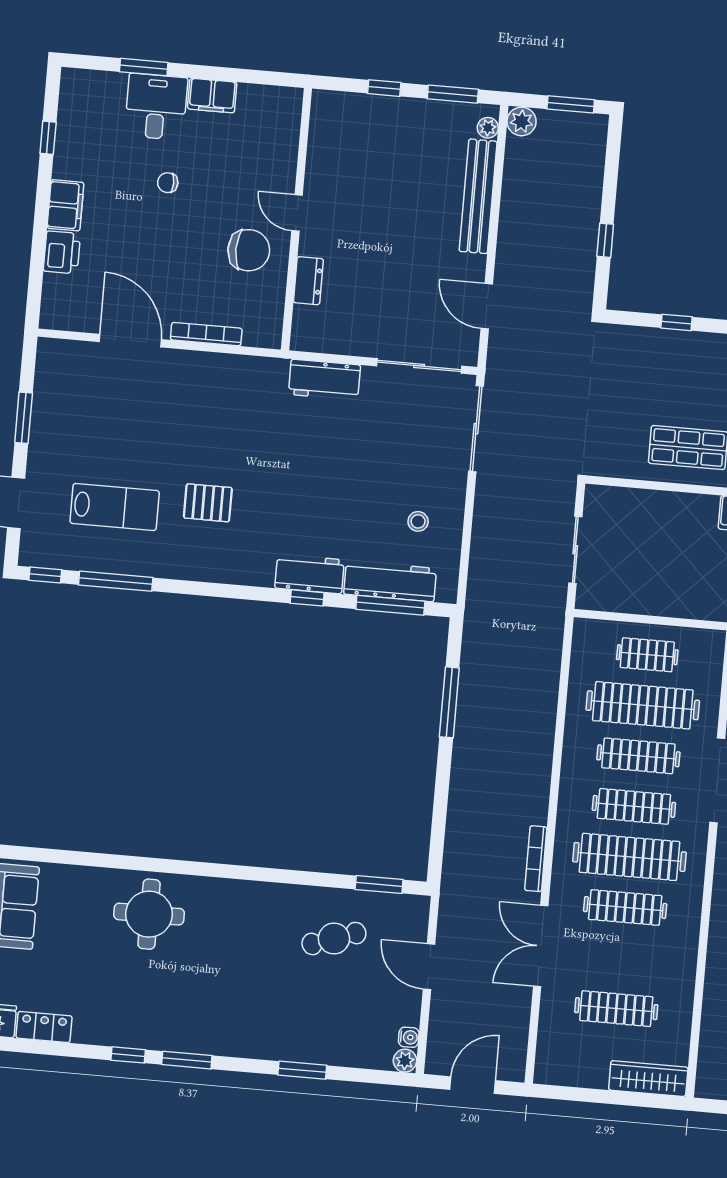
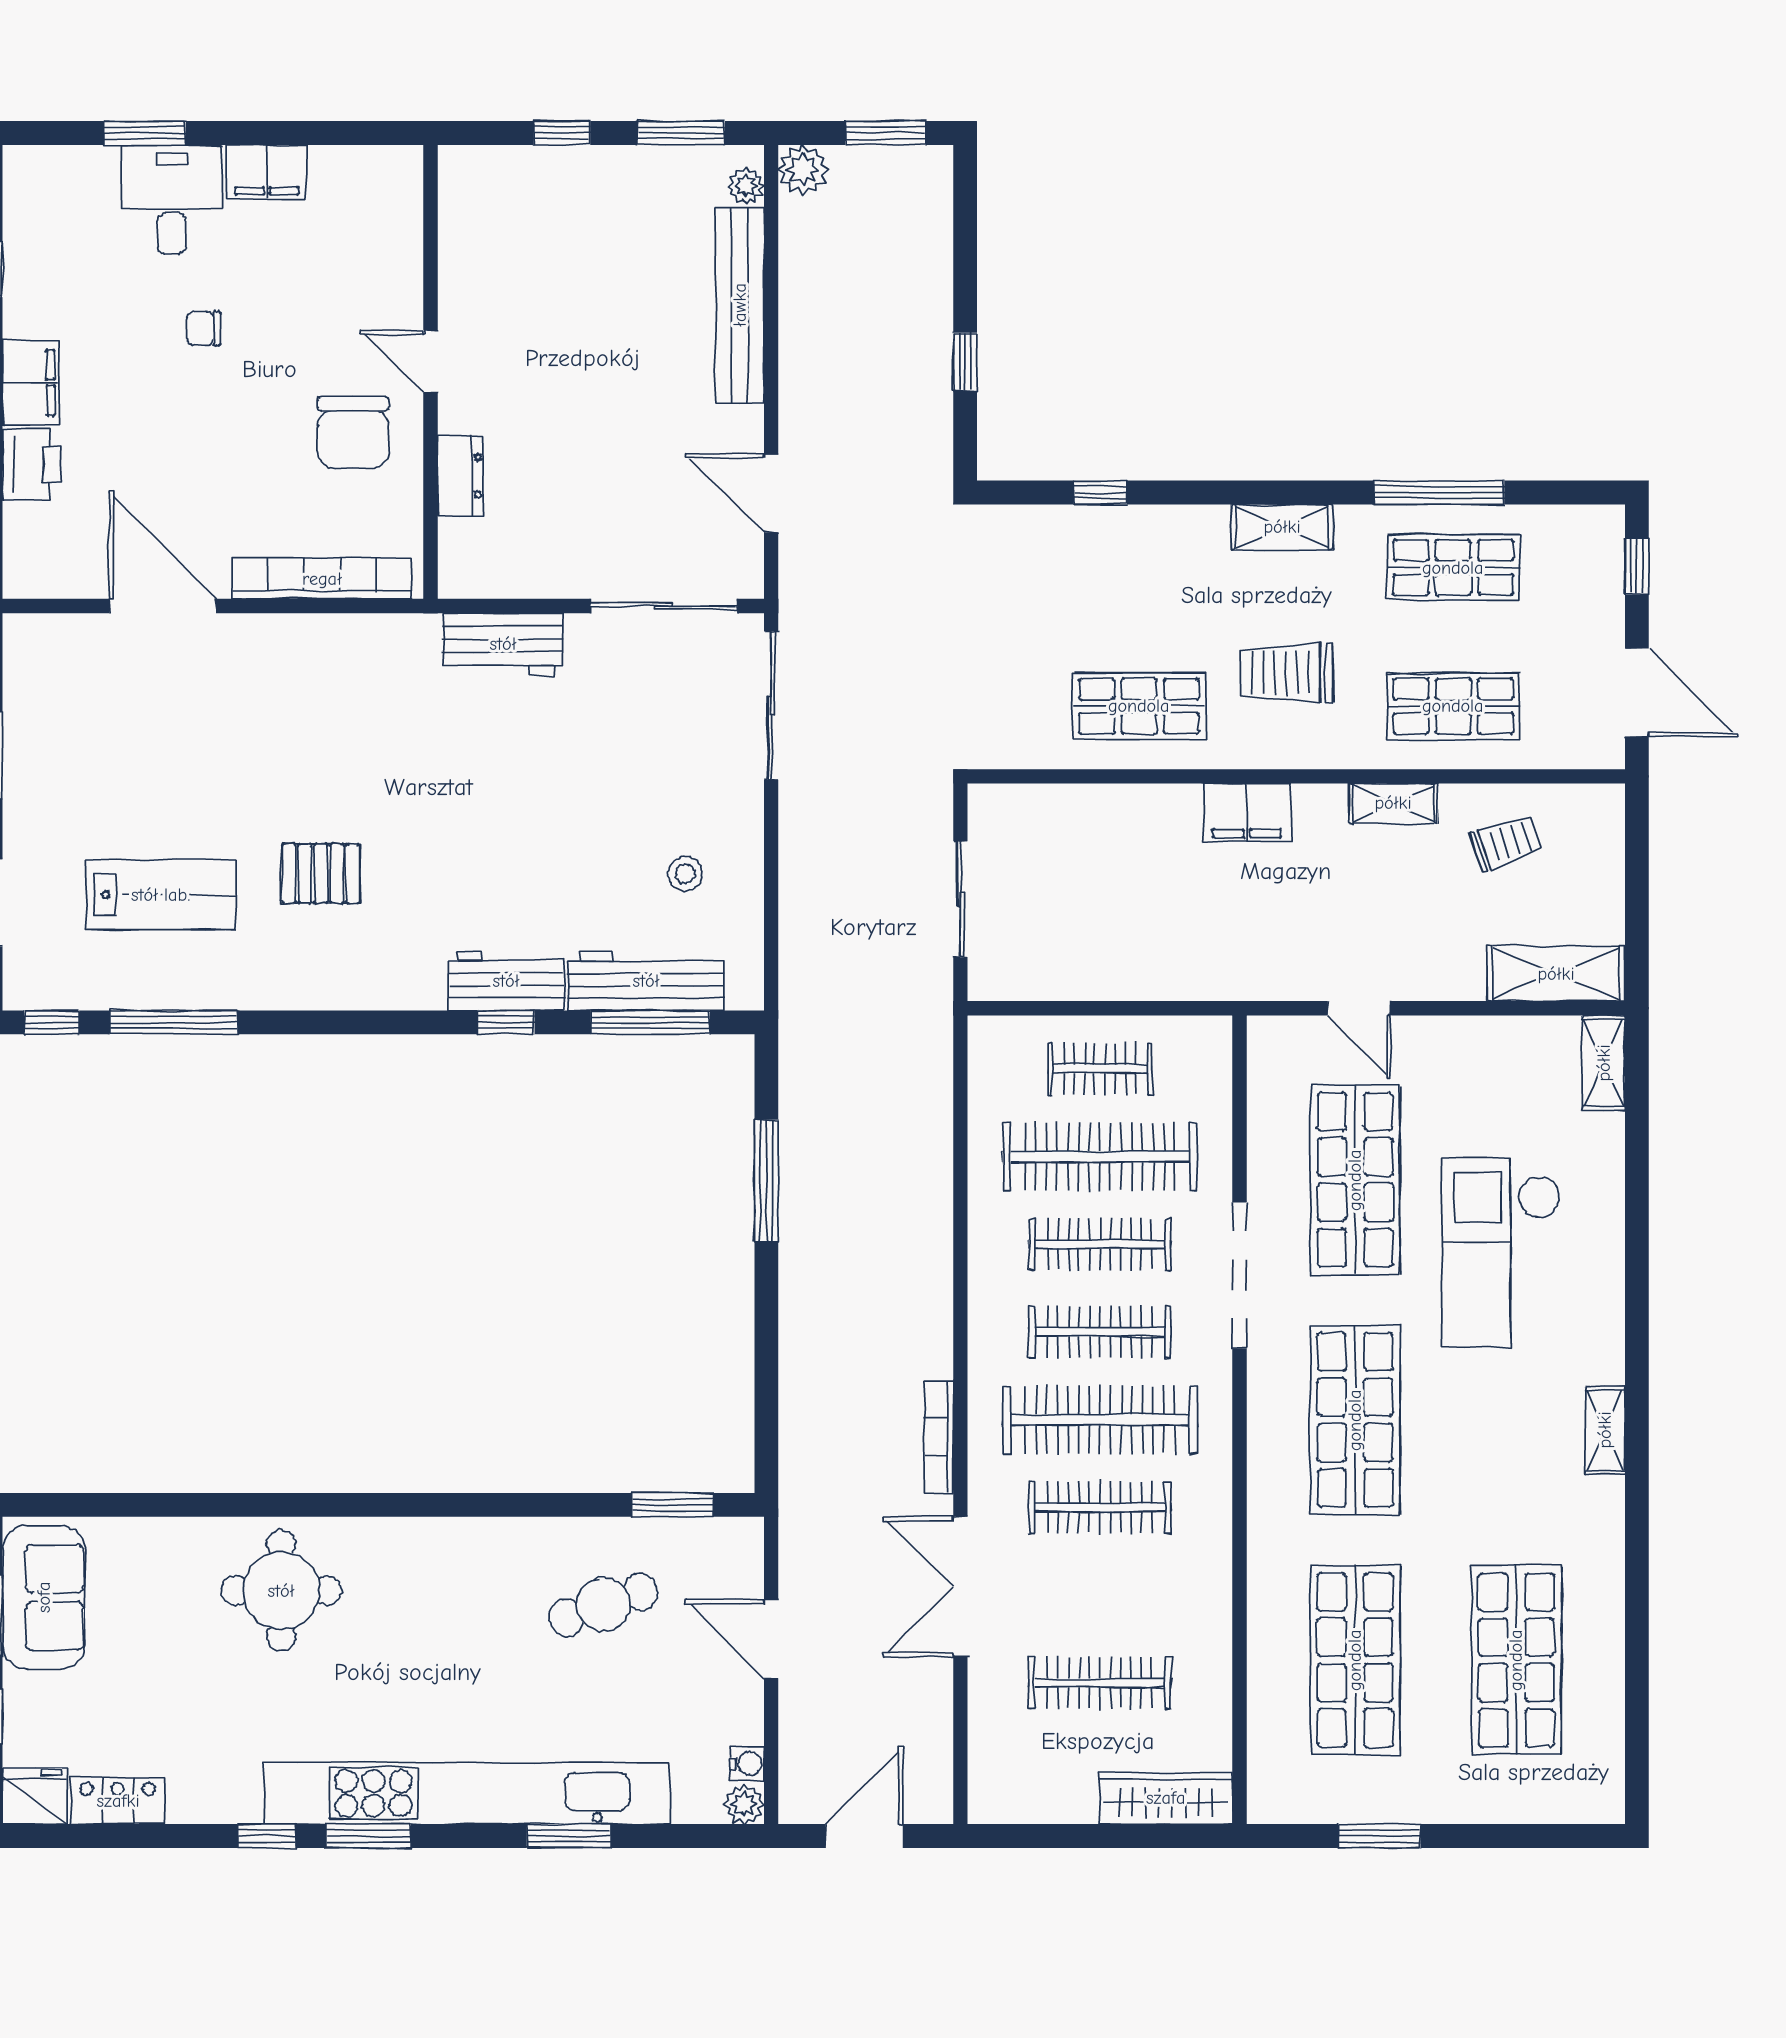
chair: (249, 250) -> (353, 433), turned 90
bookcase: (206, 334) -> (322, 579), width x1.48, depth x1.31
kitchen unit: (246, 1040) -> (467, 1793), added

